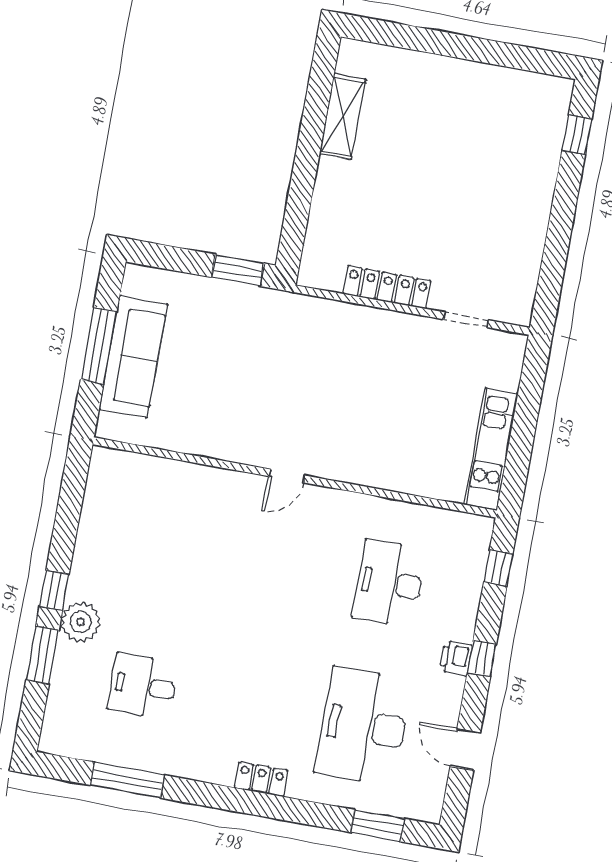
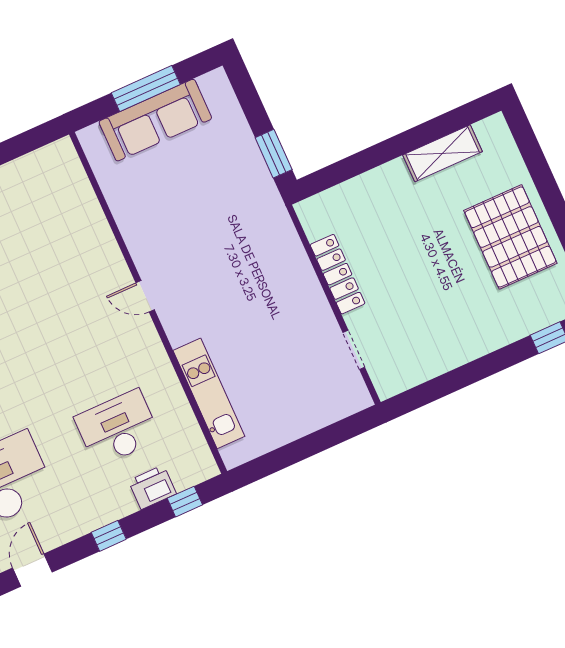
pallet: (461, 107) -> (510, 237), added
kitchen unit: (491, 449) -> (209, 393), moved, turned 90
printer: (456, 658) -> (152, 487), moved, width x1.36, depth x1.24

